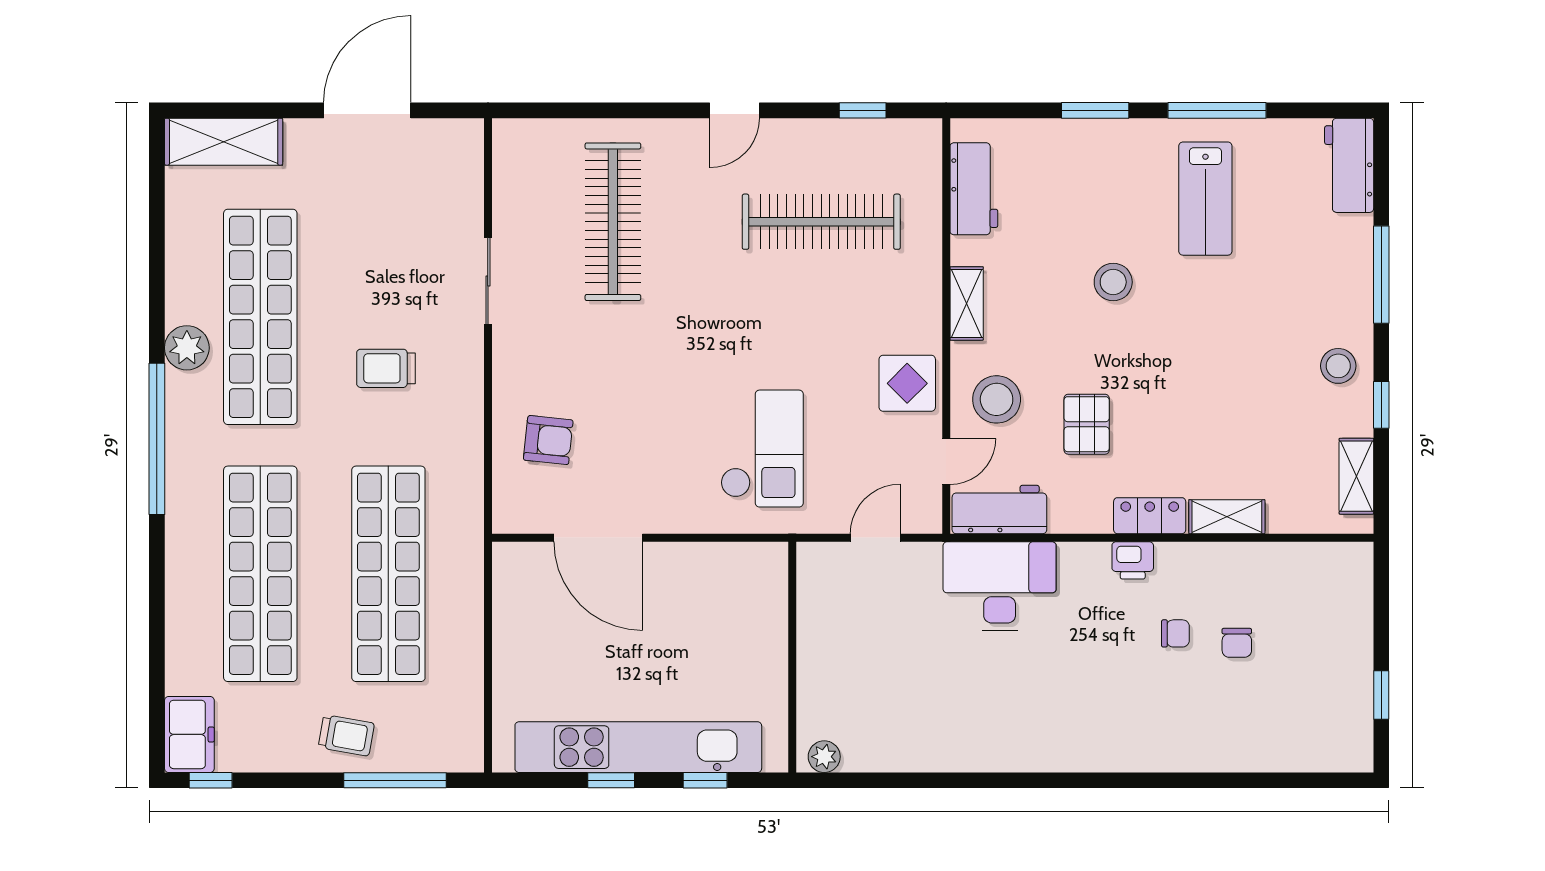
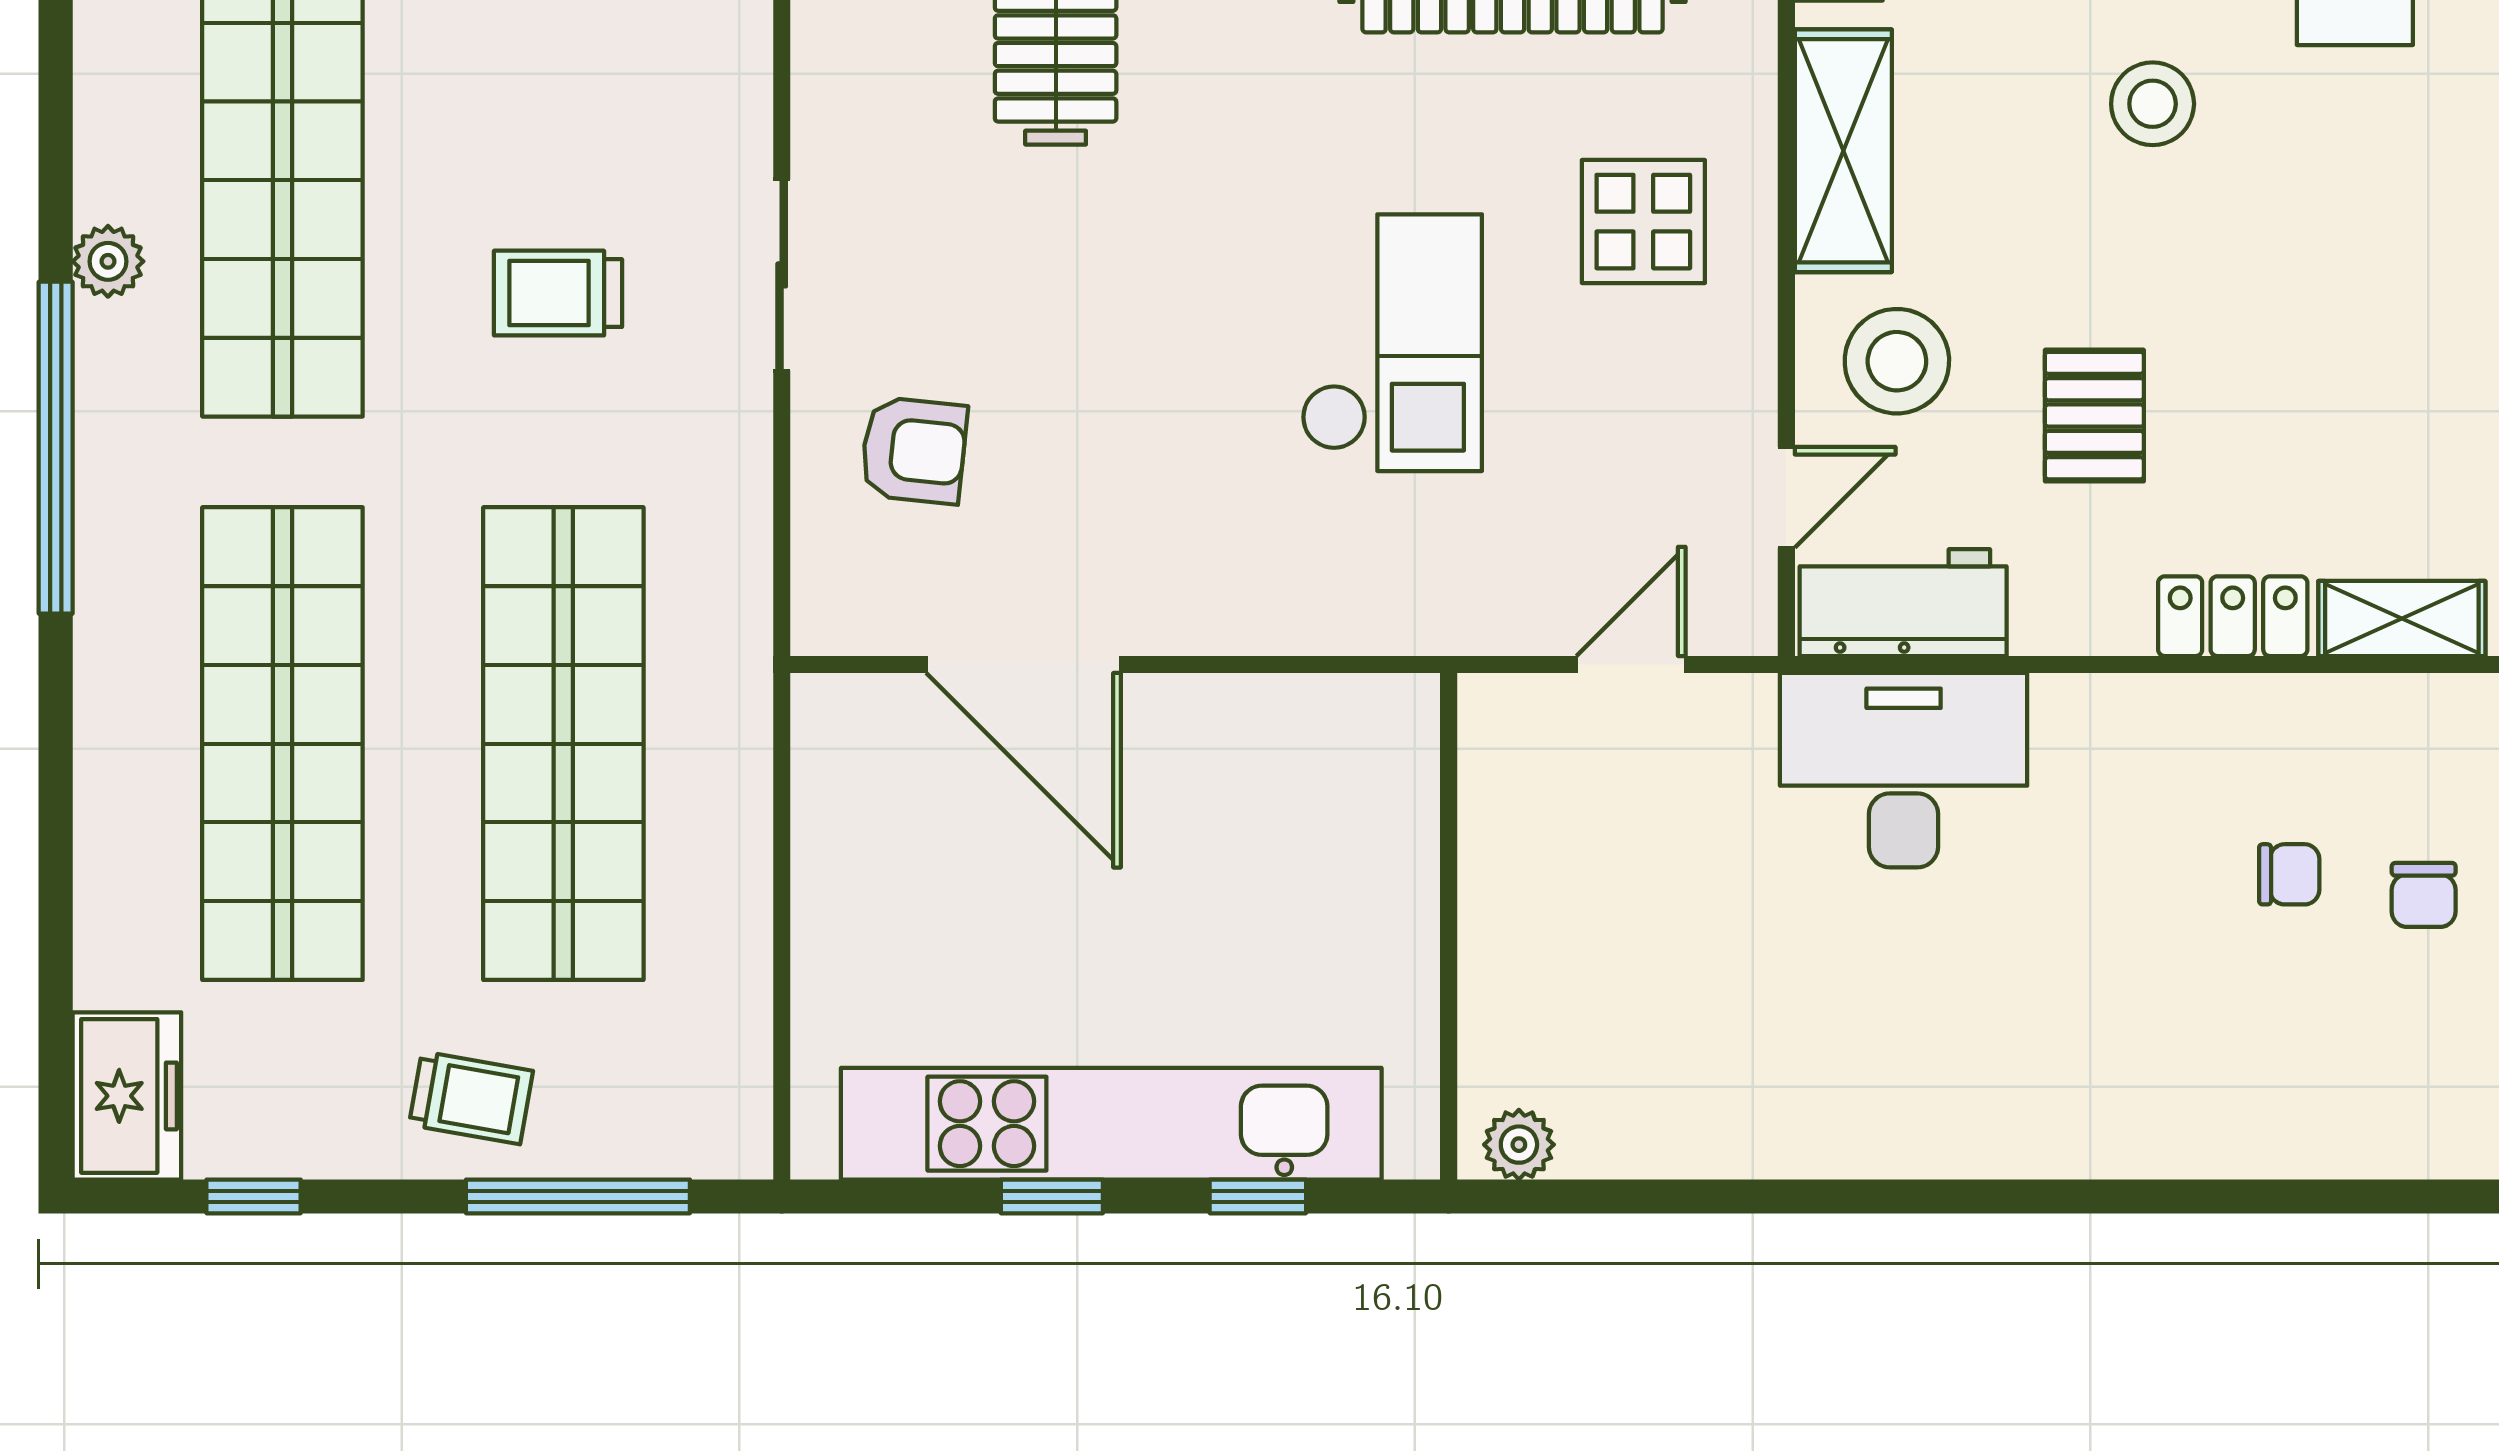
sliding door: (488, 281) -> (782, 275), moved
shelving: (967, 303) -> (1843, 151), width x1.50, depth x1.33
plant: (187, 348) -> (108, 261), width x0.73, depth x0.73
display table: (907, 383) -> (1643, 222), moved
checkout: (762, 449) -> (1392, 343), moved
printer: (1133, 560) -> (2195, 714), removed
window: (211, 780) -> (254, 1196), moved

